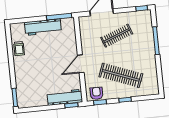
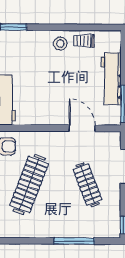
stool: (23, 64) -> (60, 44), added
door: (81, 64) -> (82, 128), moved

